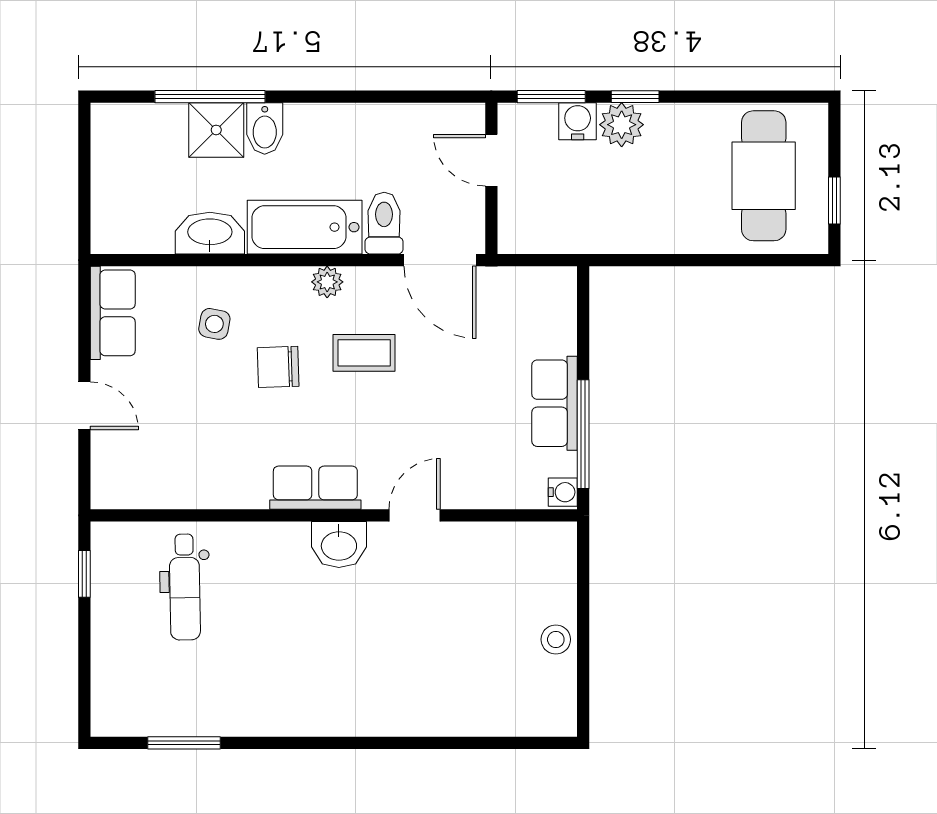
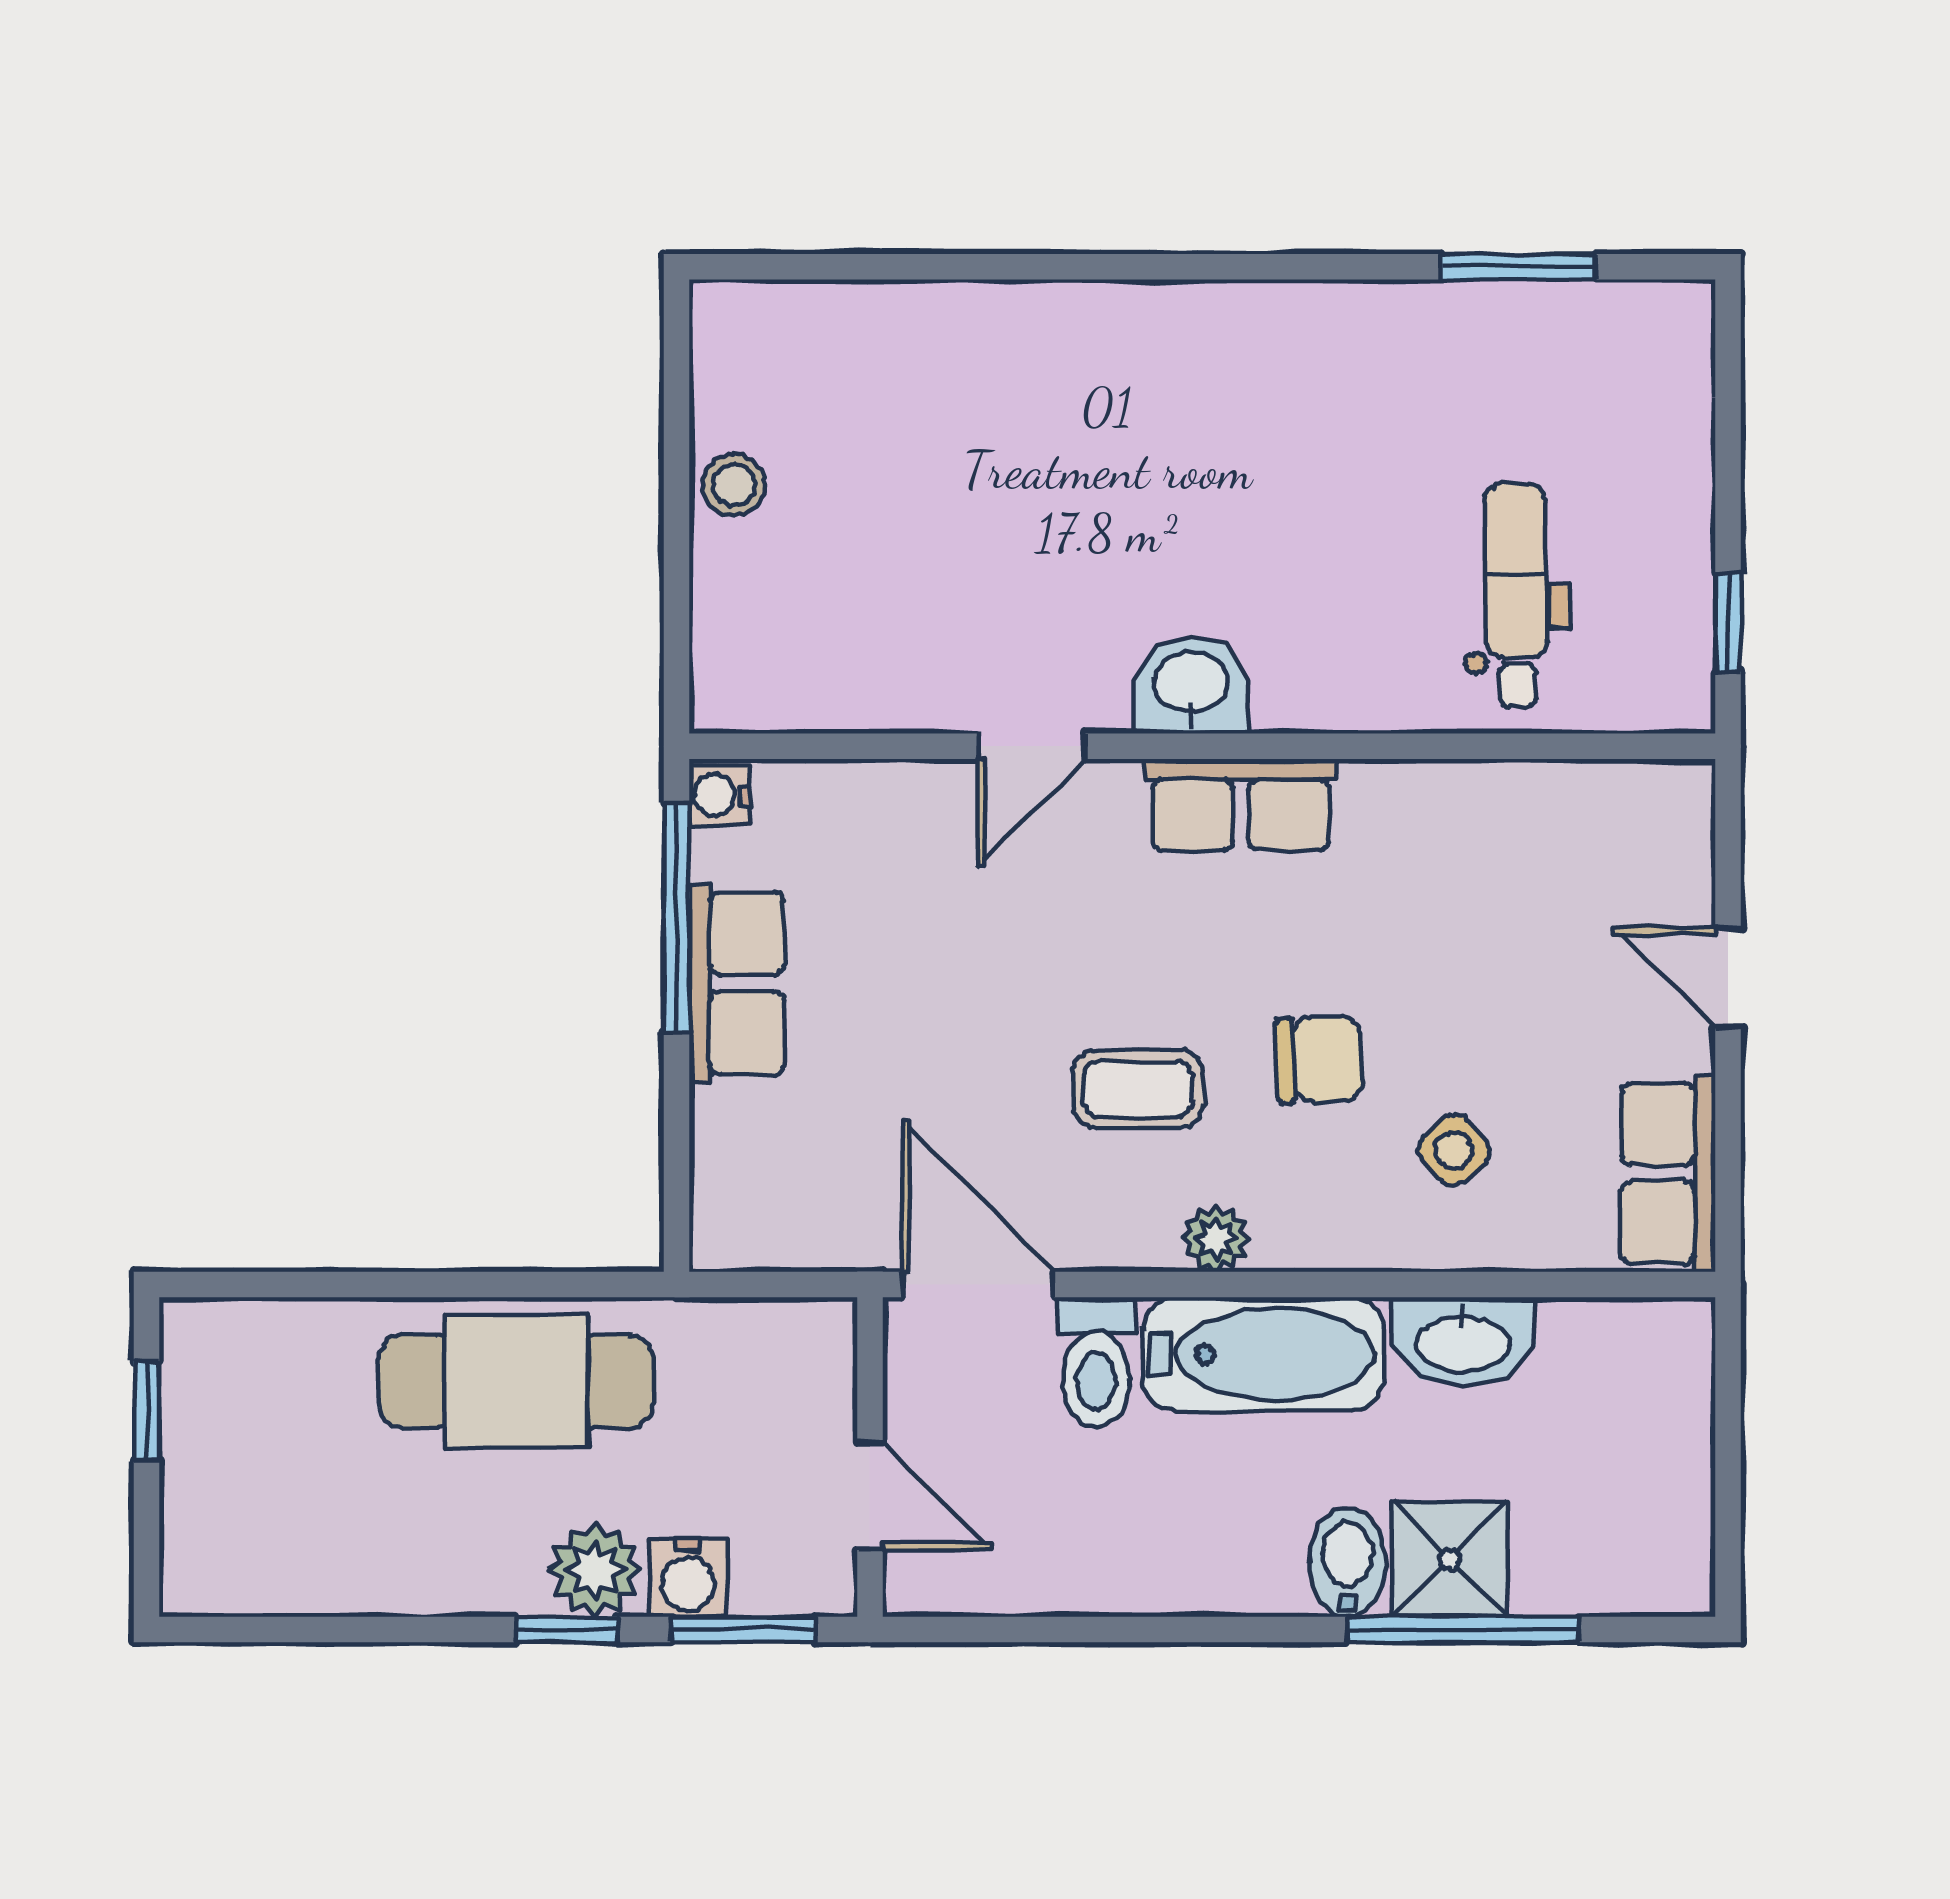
cafe table: (764, 176) -> (516, 1381), moved, turned 90
side table: (214, 324) -> (1454, 1150), turned 38

